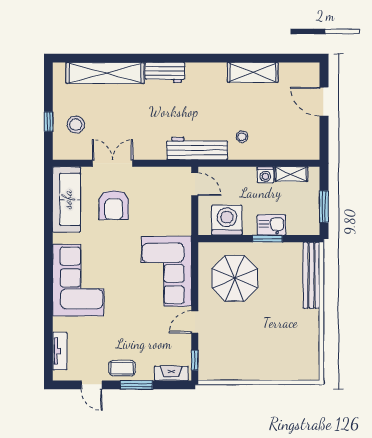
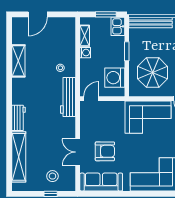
kitchen sink: (272, 225) -> (118, 26), moved

